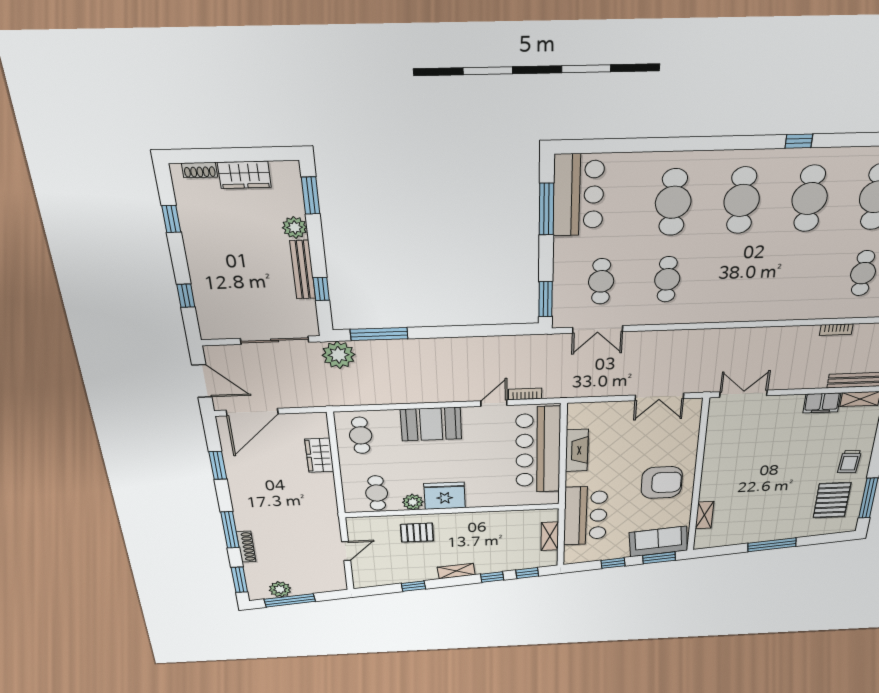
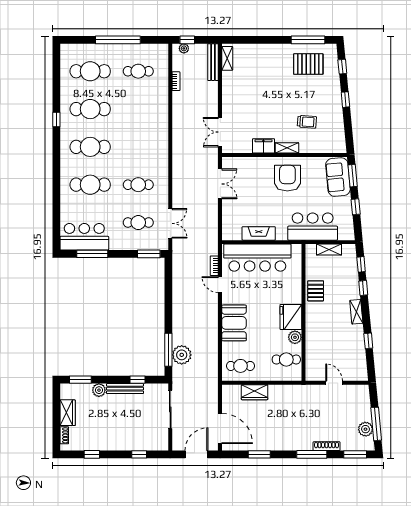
plant: (338, 355) -> (182, 355), moved
filing cabinet: (822, 403) -> (263, 146), moved, turned -90
trolley: (850, 462) -> (307, 122), moved
shelving: (705, 515) -> (287, 148), moved
pallet: (417, 533) -> (316, 291), moved
window: (821, 539) -> (342, 67), added
window: (772, 545) -> (345, 100), width x0.46

